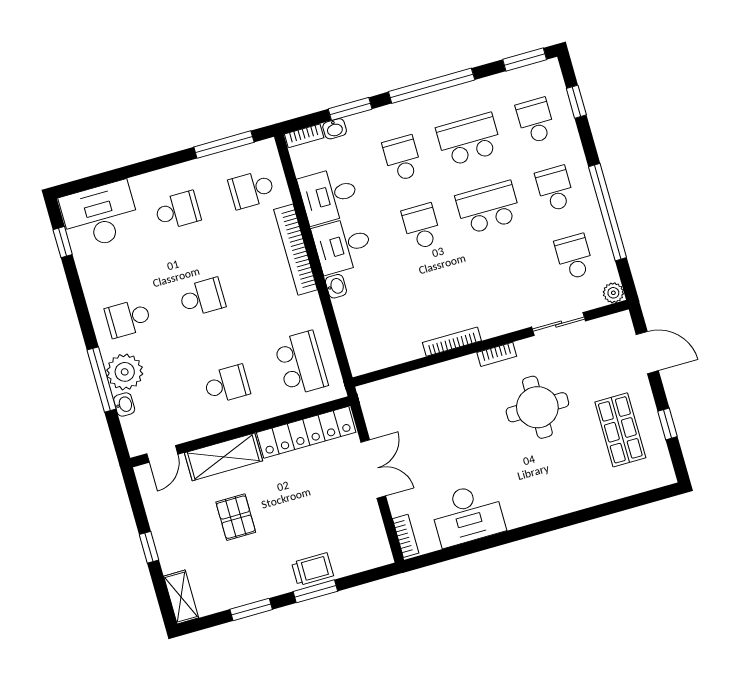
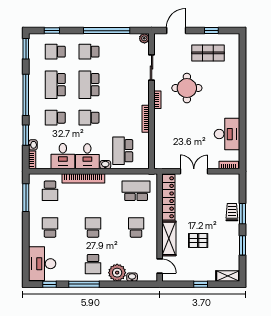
school desk: (574, 257) -> (123, 151), moved, width x1.85
window: (102, 379) -> (84, 284), moved

